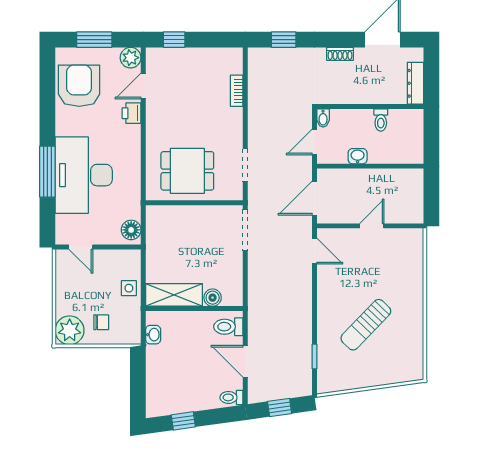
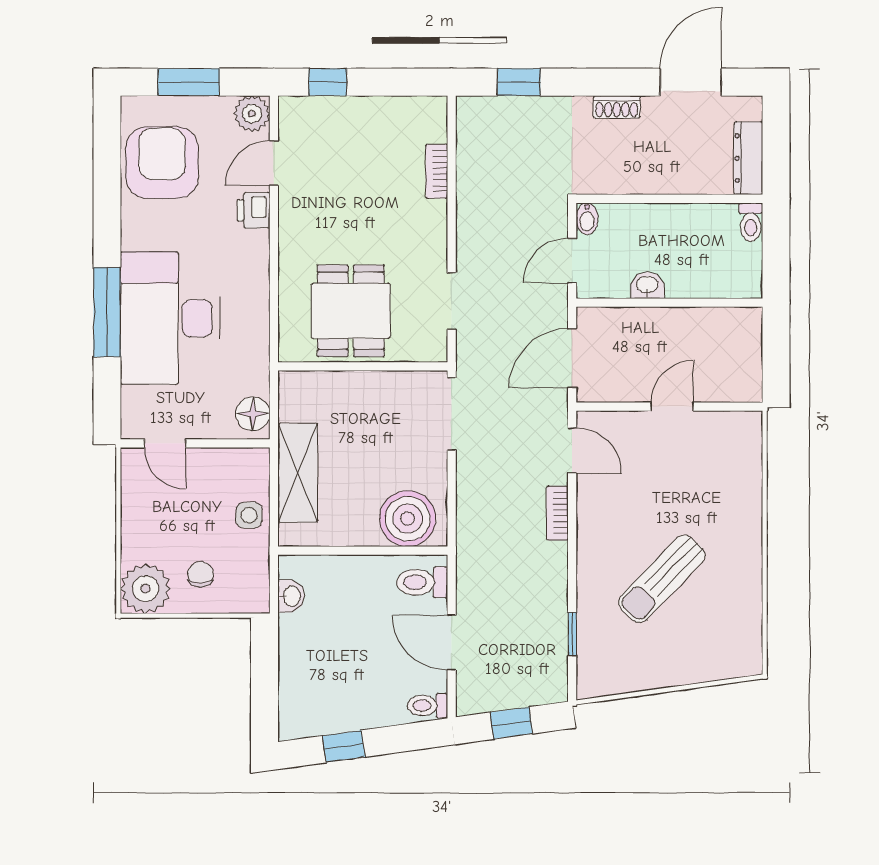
toilet: (381, 120) -> (751, 222), moved
dining table: (187, 171) -> (351, 311), turned 90
bookcase: (306, 287) -> (557, 513), added
shelving: (174, 295) -> (298, 473), moved, turned 90
boiler: (213, 298) -> (408, 519), width x1.86, depth x1.86
chair: (101, 322) -> (201, 574), turned -90

